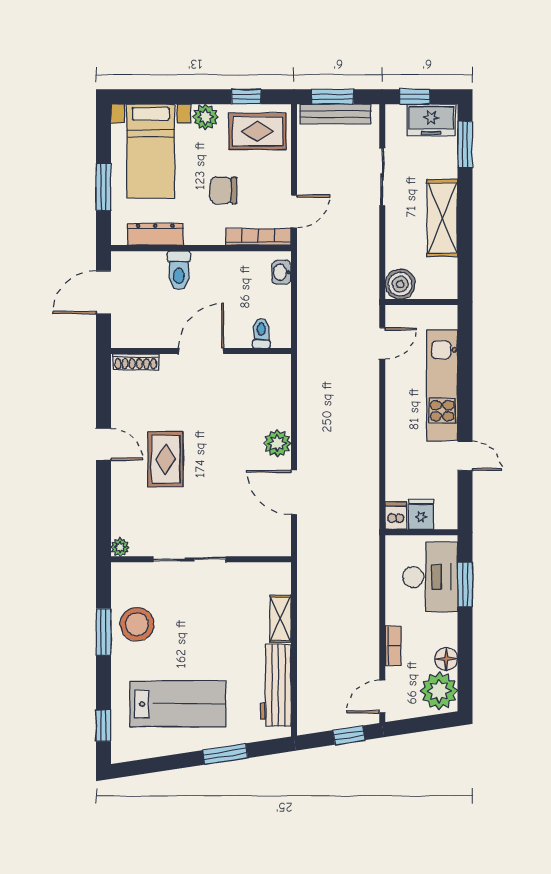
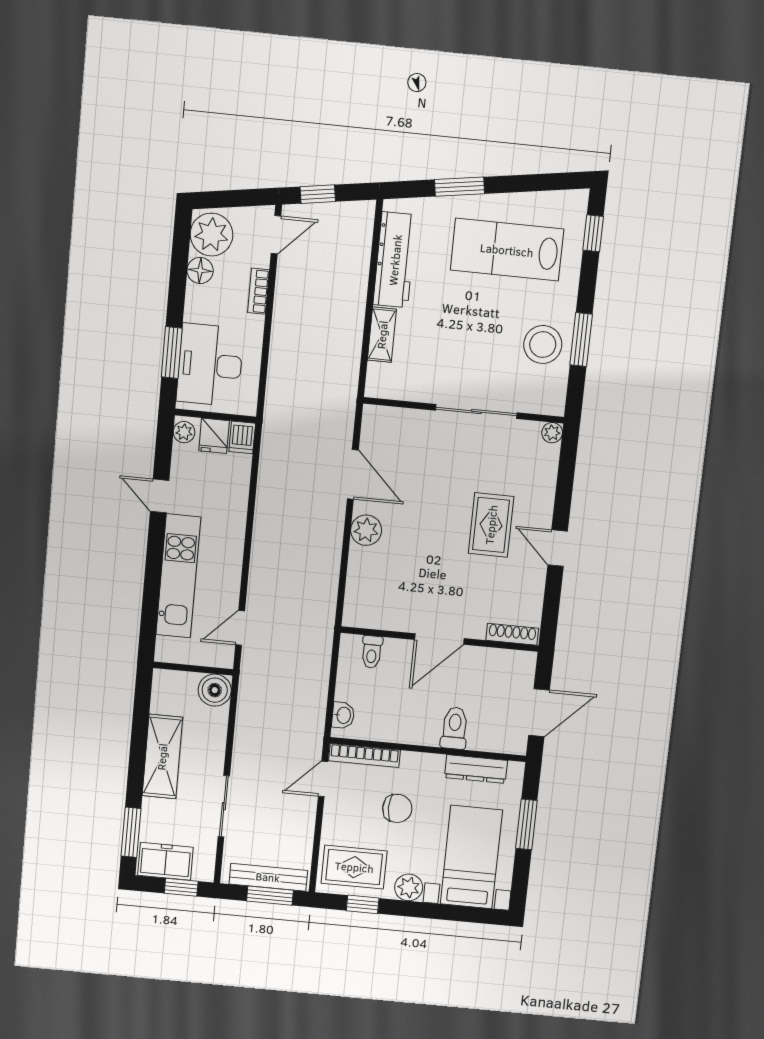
plant: (448, 515) -> (184, 432), added

